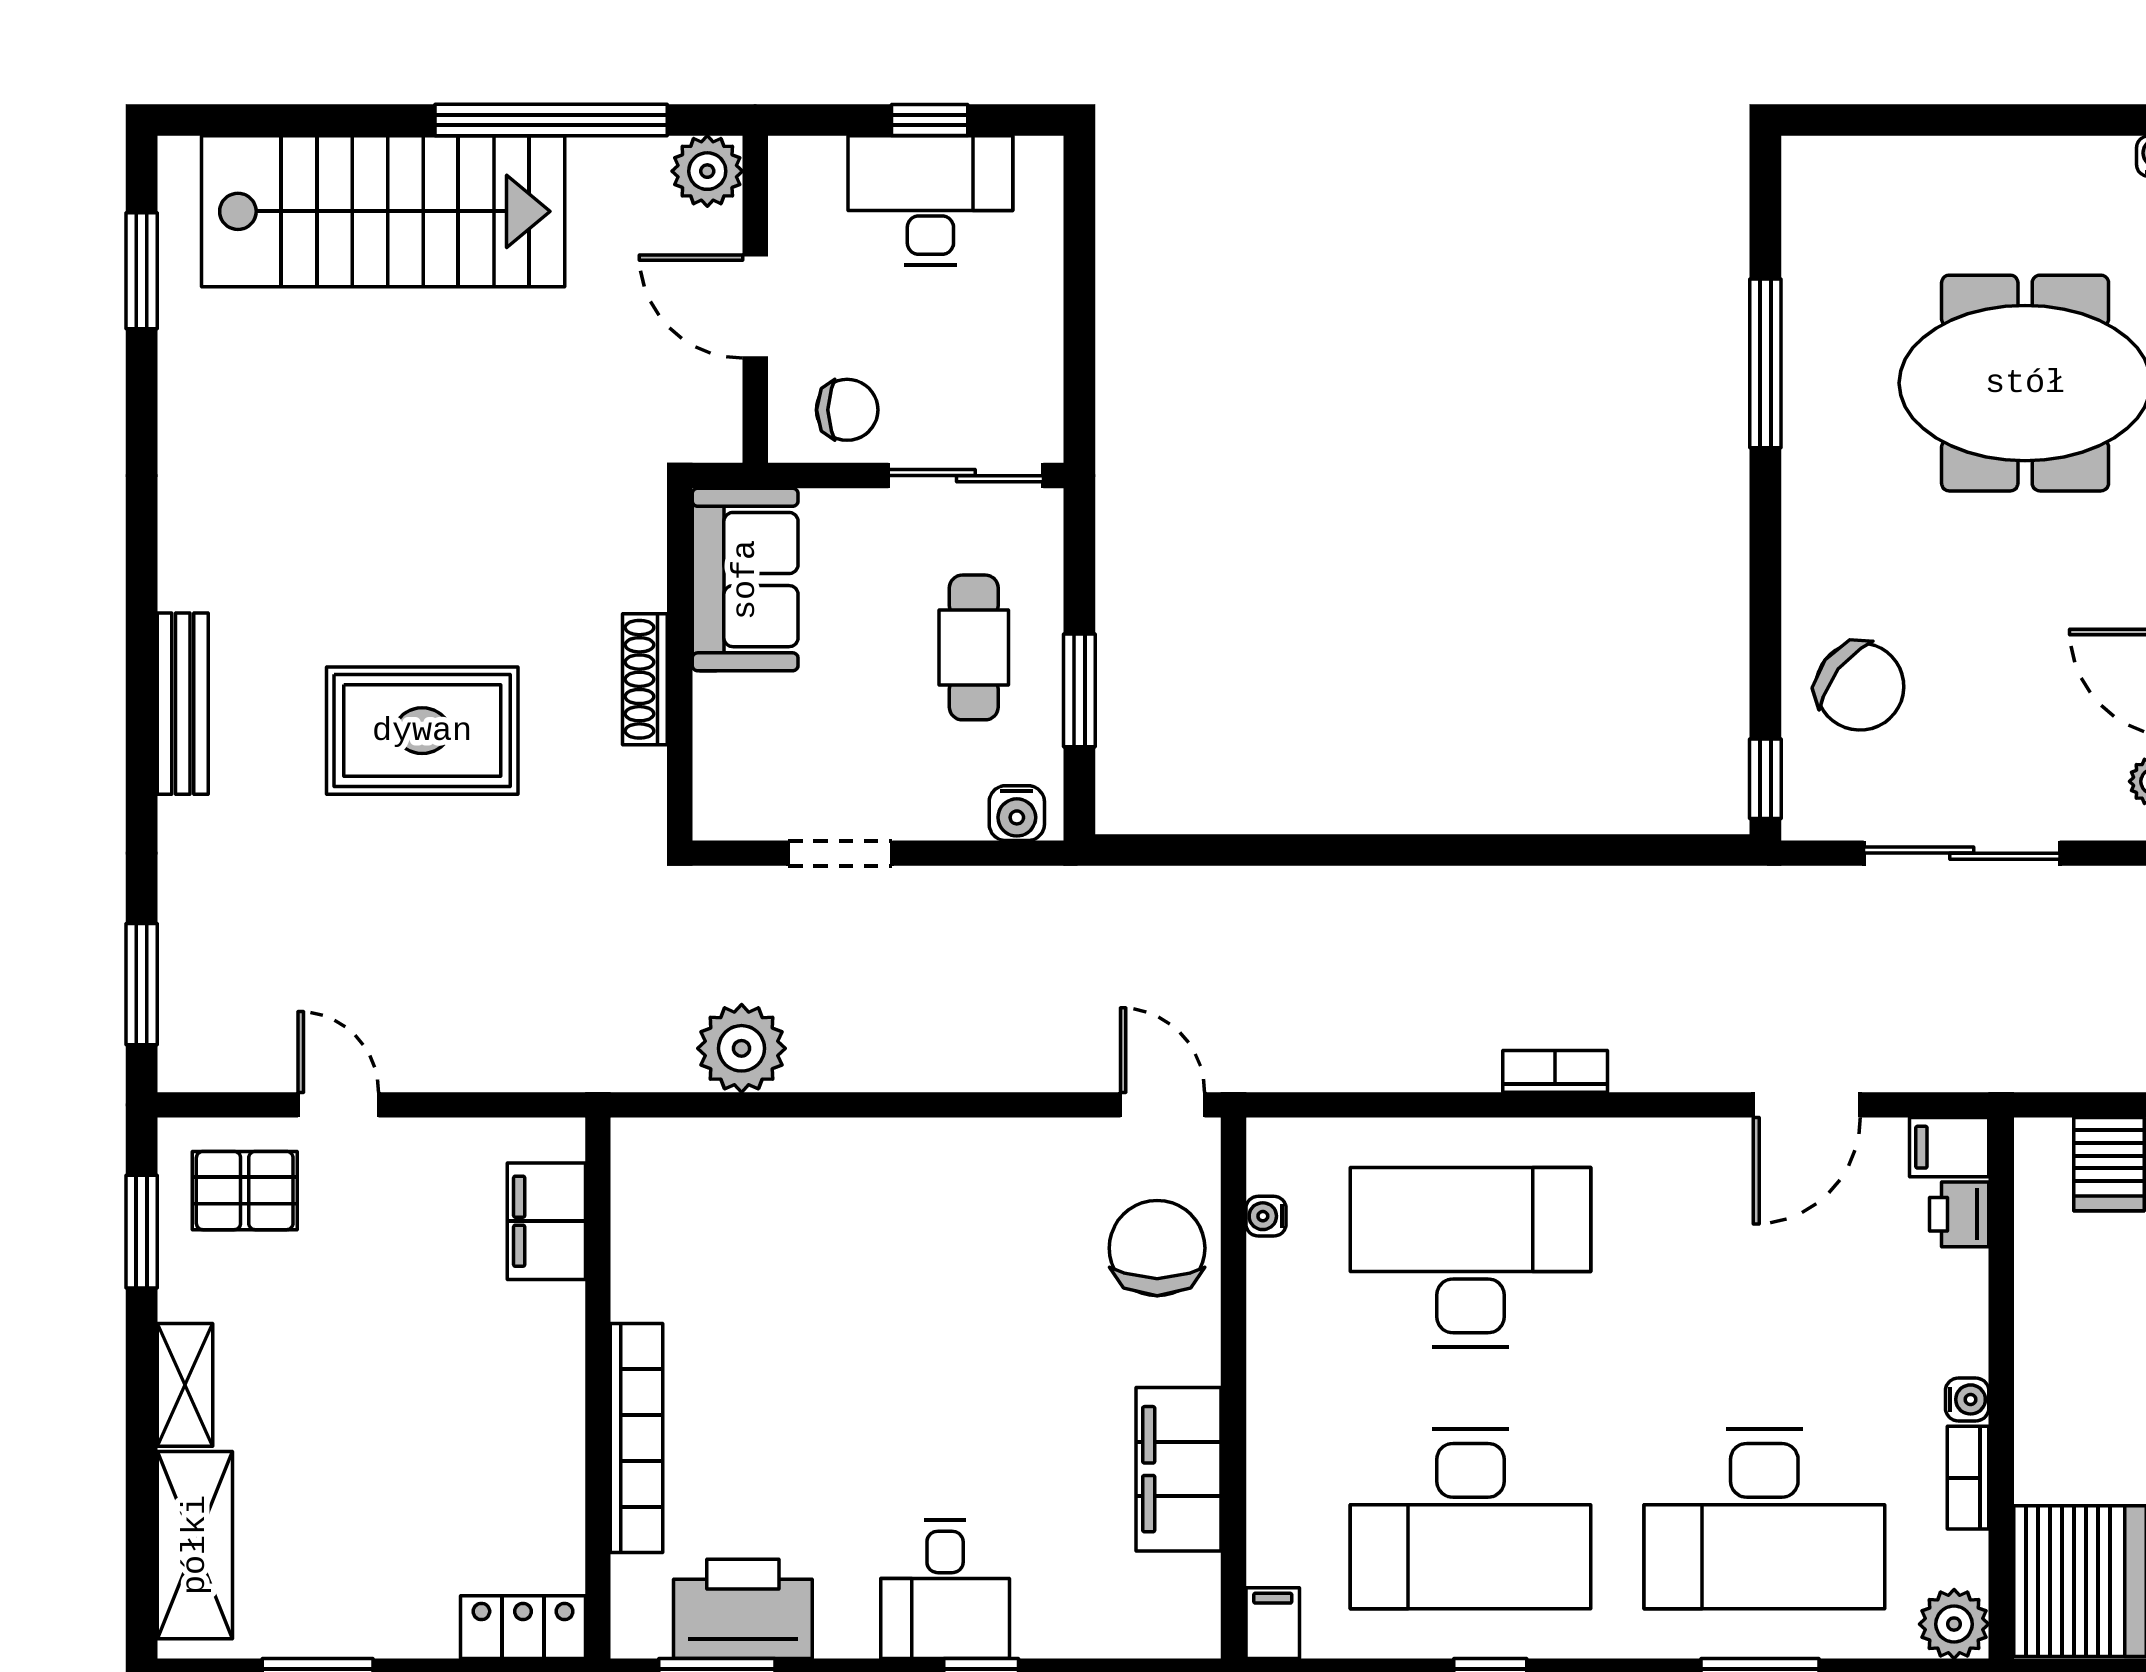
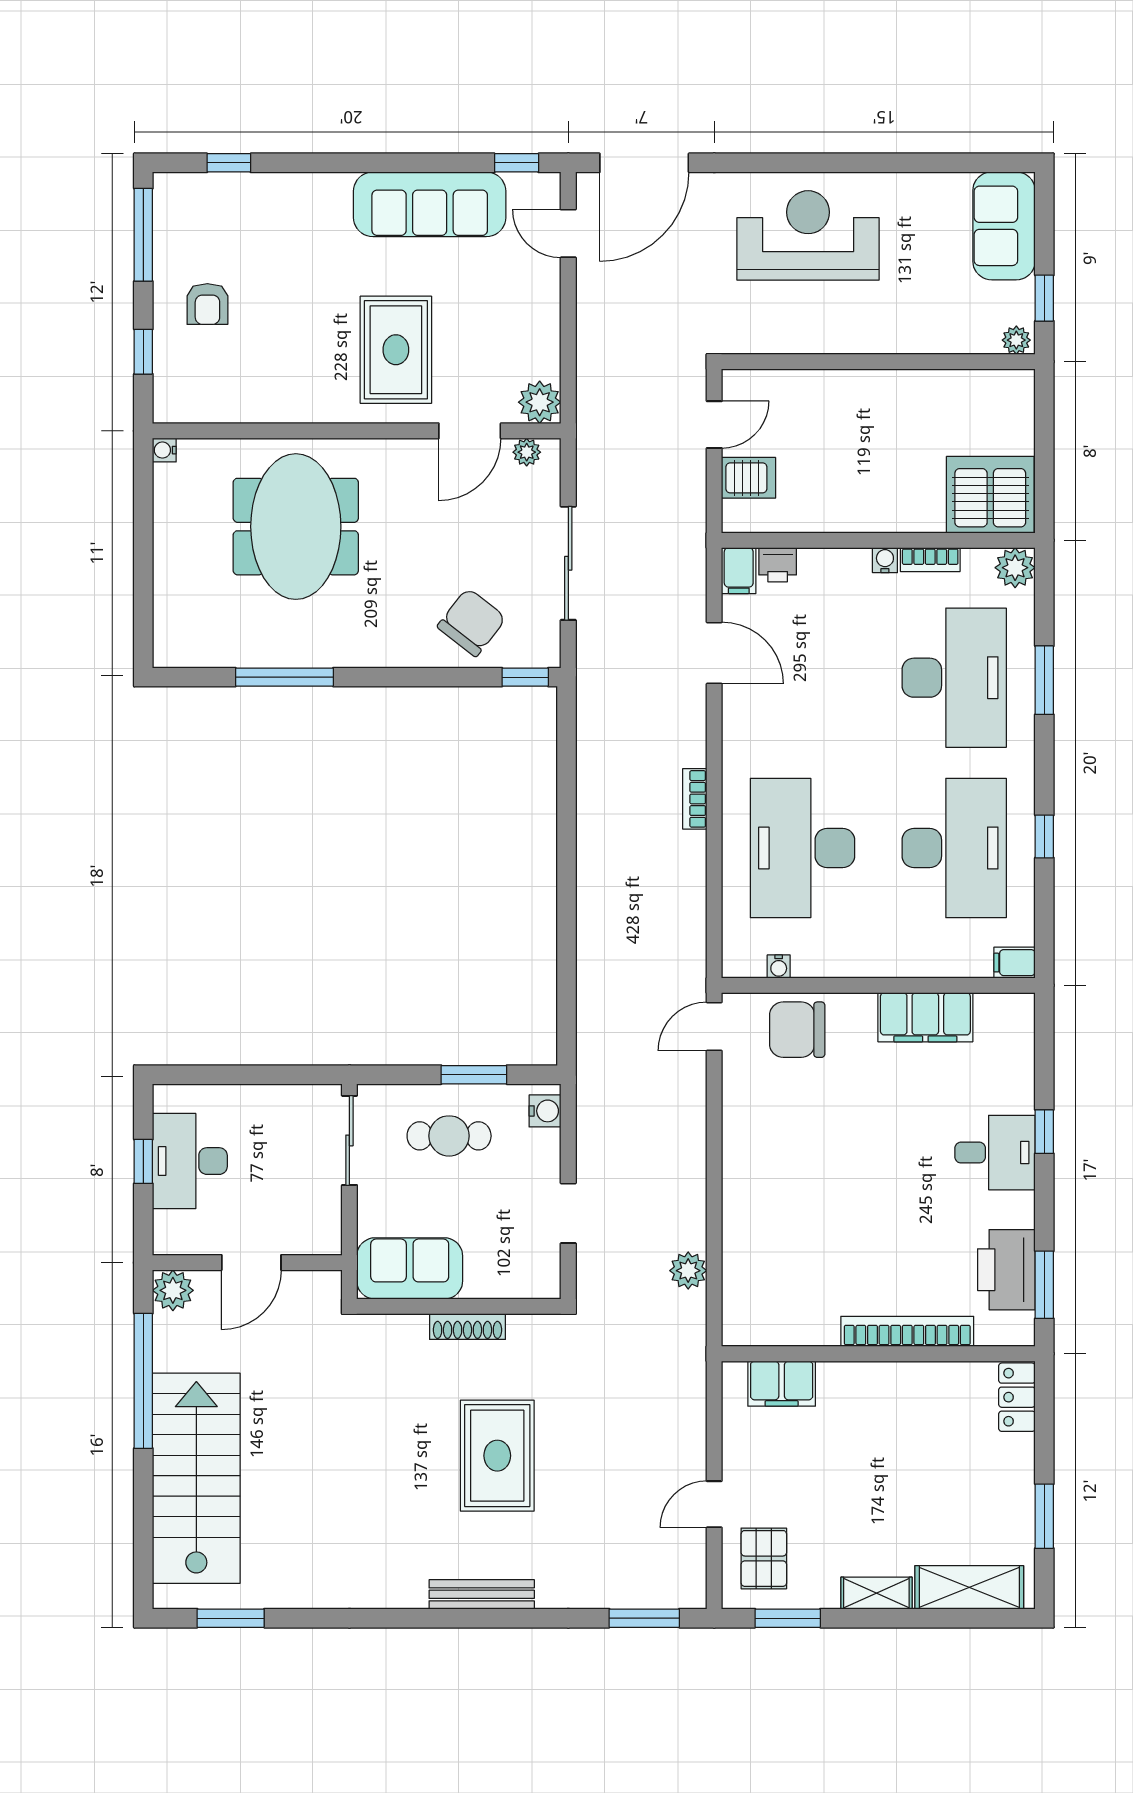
chair: (847, 410) -> (311, 1209), removed
plant: (742, 1048) -> (688, 1271), width x0.73, depth x0.73

